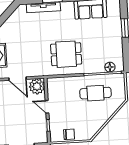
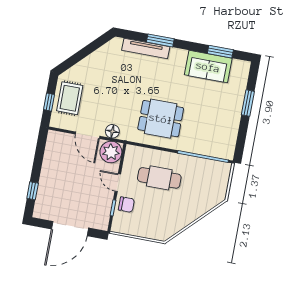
floor lamp: (110, 67) -> (112, 131), moved
cafe table: (95, 93) -> (159, 178), moved
chair: (69, 134) -> (126, 205), moved

